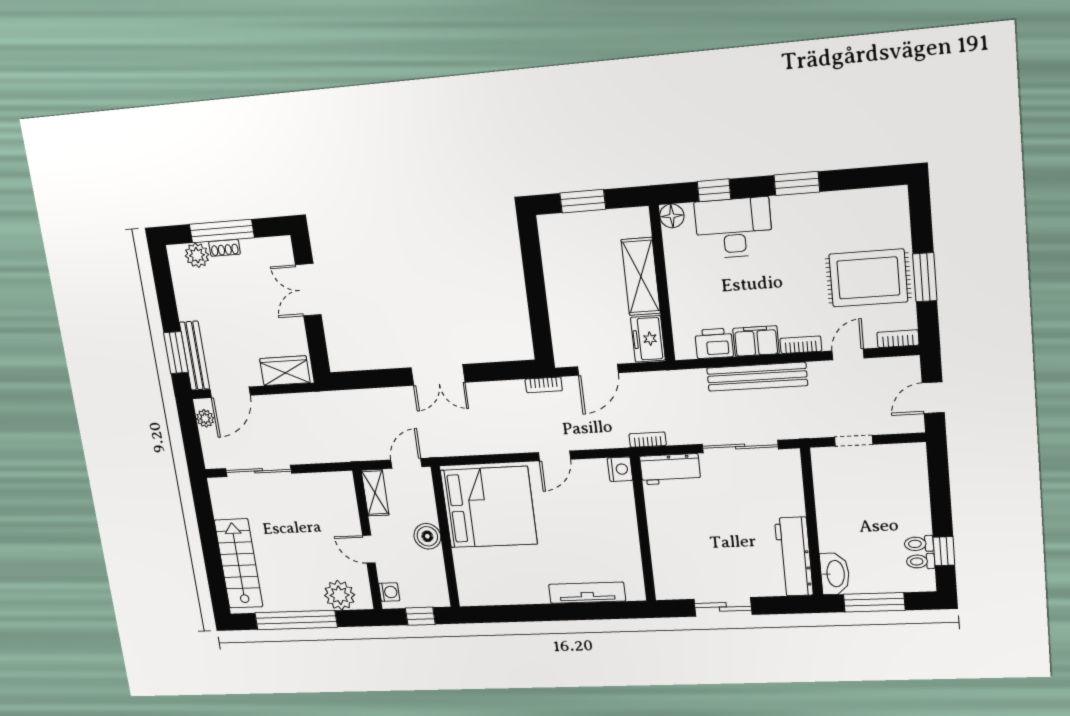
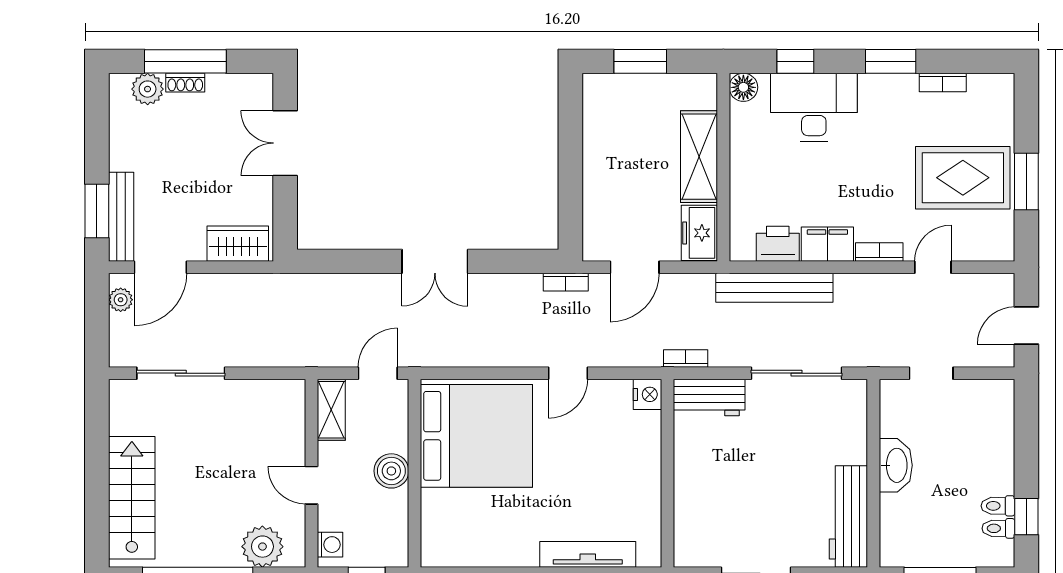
bookcase: (898, 339) -> (943, 83), moved, turned 180
bench: (757, 377) -> (774, 288), moved
washbasin: (835, 574) -> (896, 465), moved

